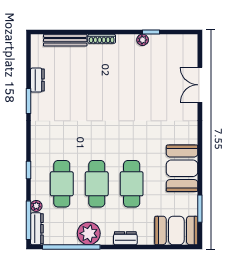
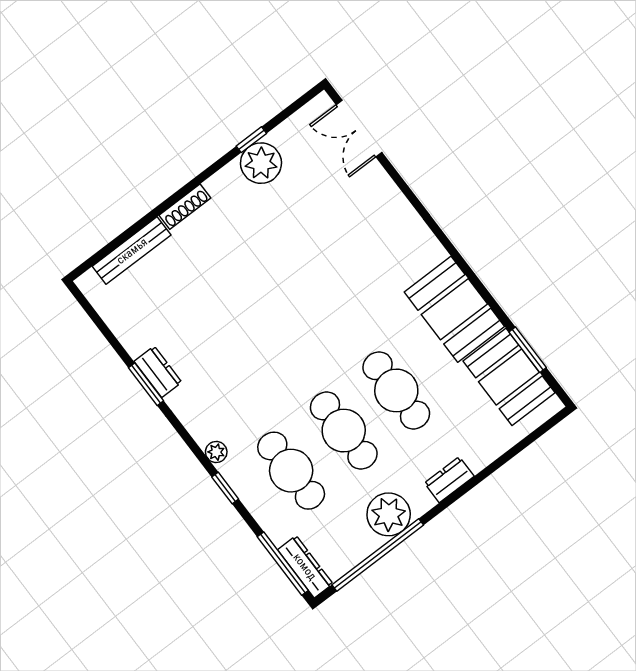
plant: (143, 40) -> (261, 163), width x1.88, depth x1.88
dresser: (37, 80) -> (158, 372), moved
double door: (200, 85) -> (359, 128), moved
plant: (36, 206) -> (216, 452), moved
booth: (176, 230) -> (509, 377), moved, turned 90

